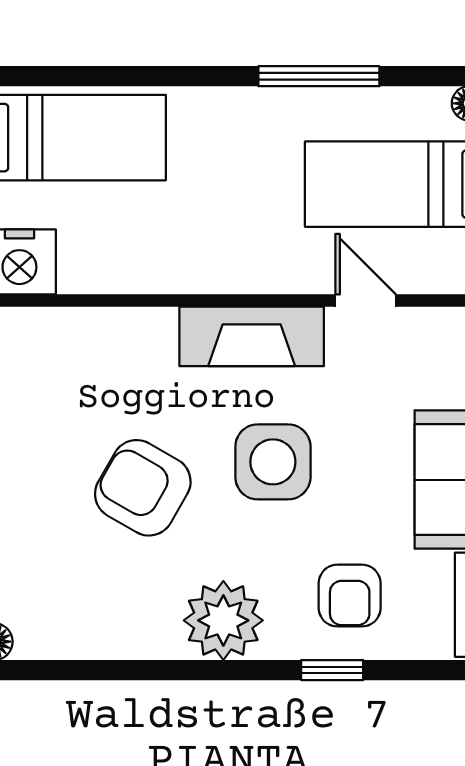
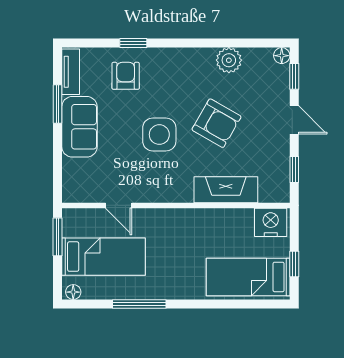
fireplace: (252, 336) -> (226, 190), moved
plant: (223, 620) -> (229, 60), moved, width x0.73, depth x0.73

